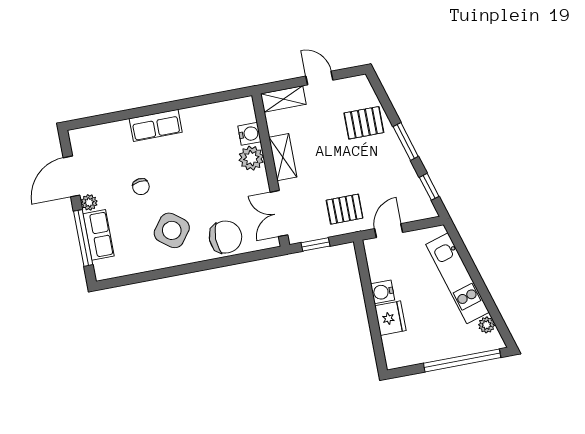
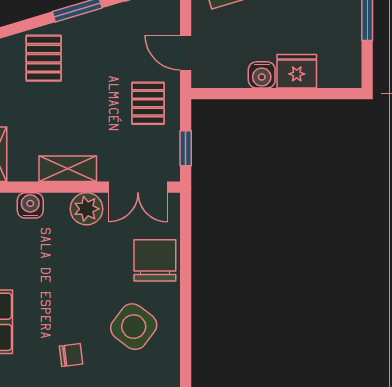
plant: (251, 158) -> (87, 209), moved

